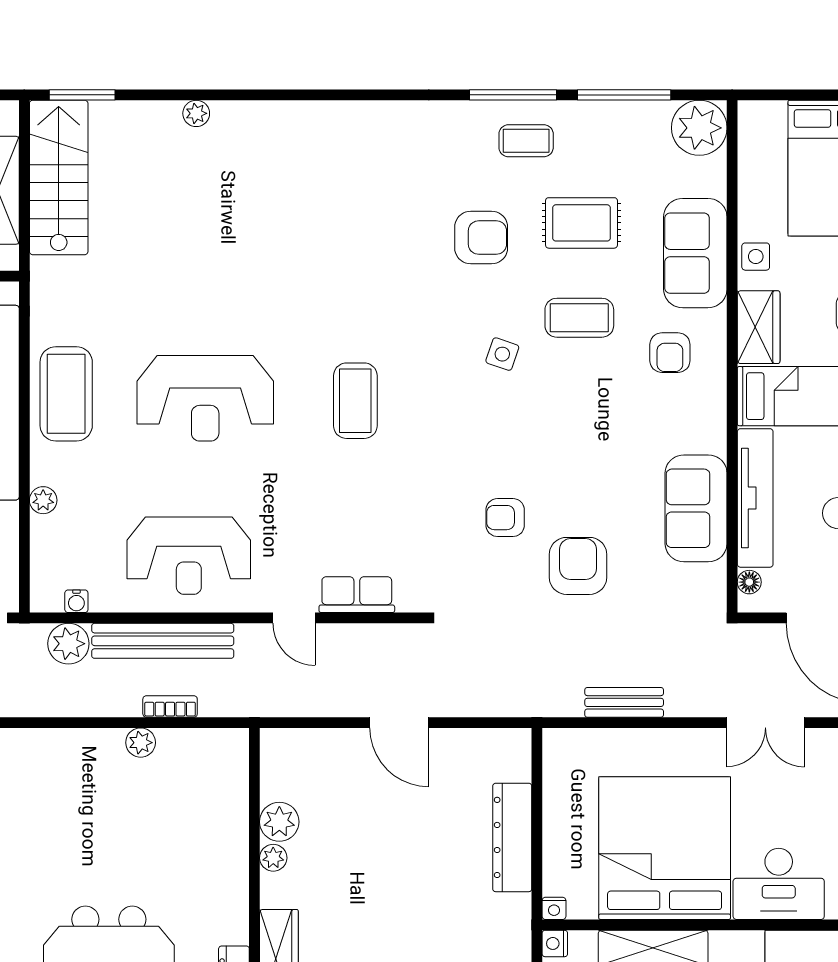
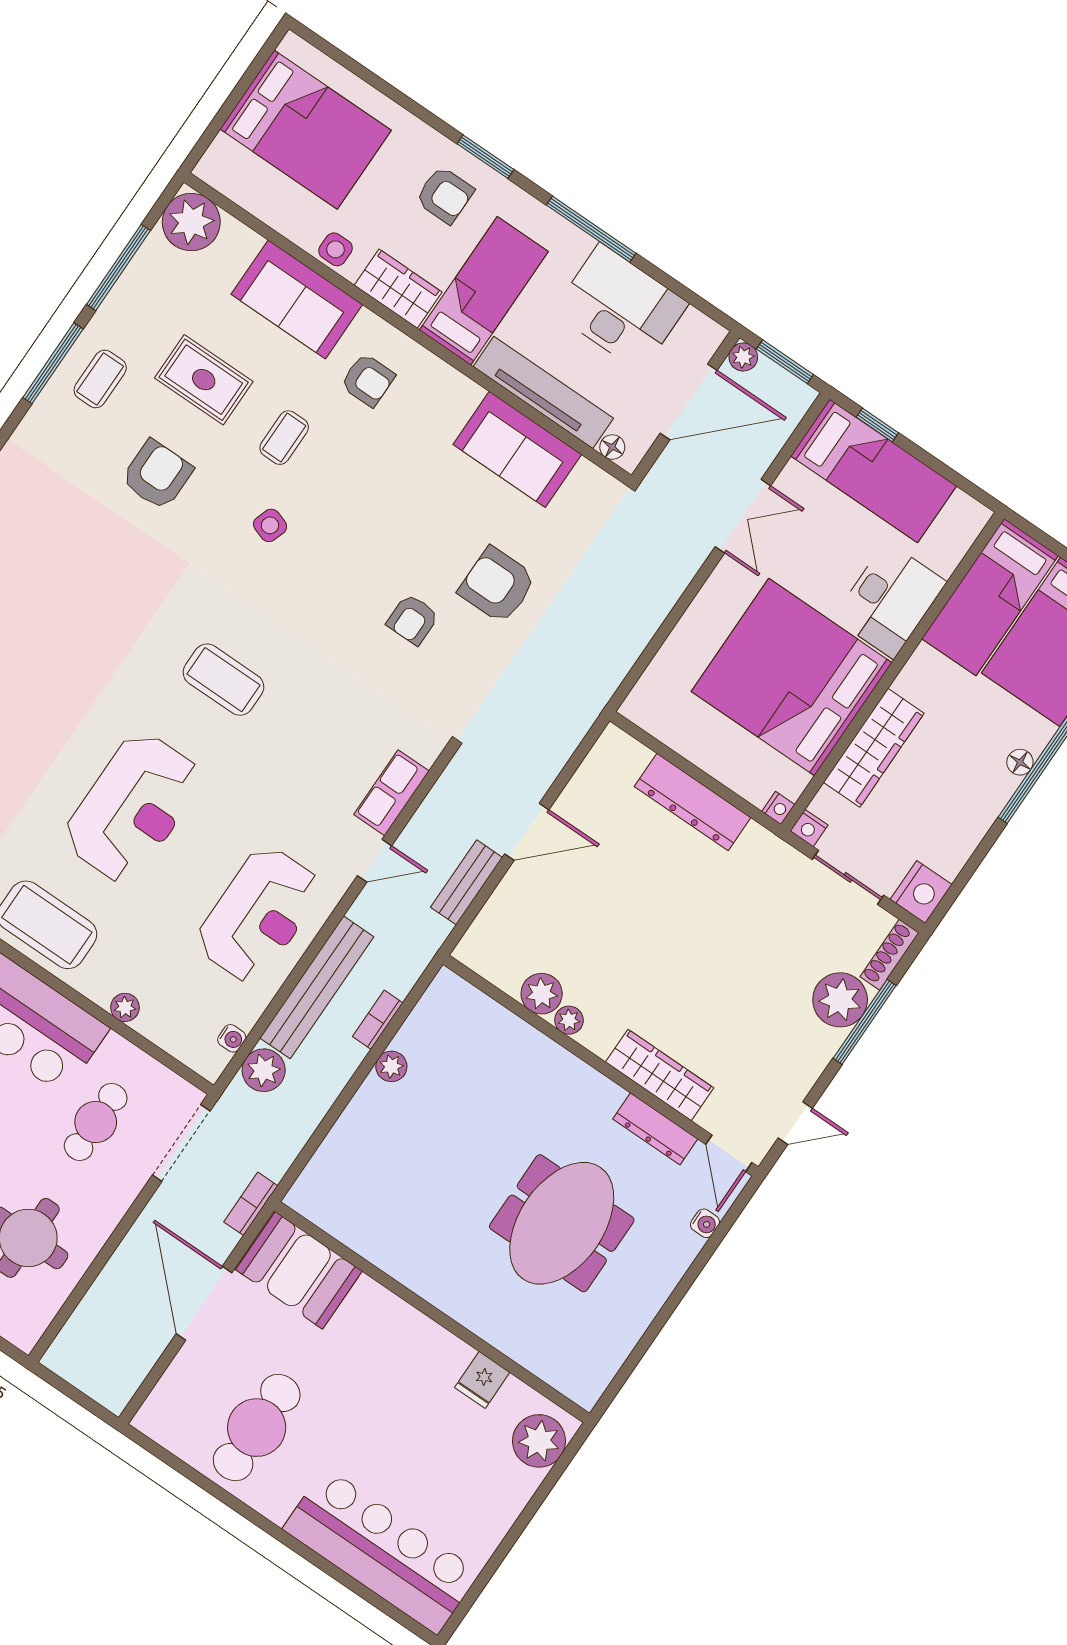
rug: (581, 223) -> (204, 380), turned 90
coffee table: (579, 318) -> (284, 438), width x0.73, depth x0.77
bench: (624, 702) -> (467, 882), moved

